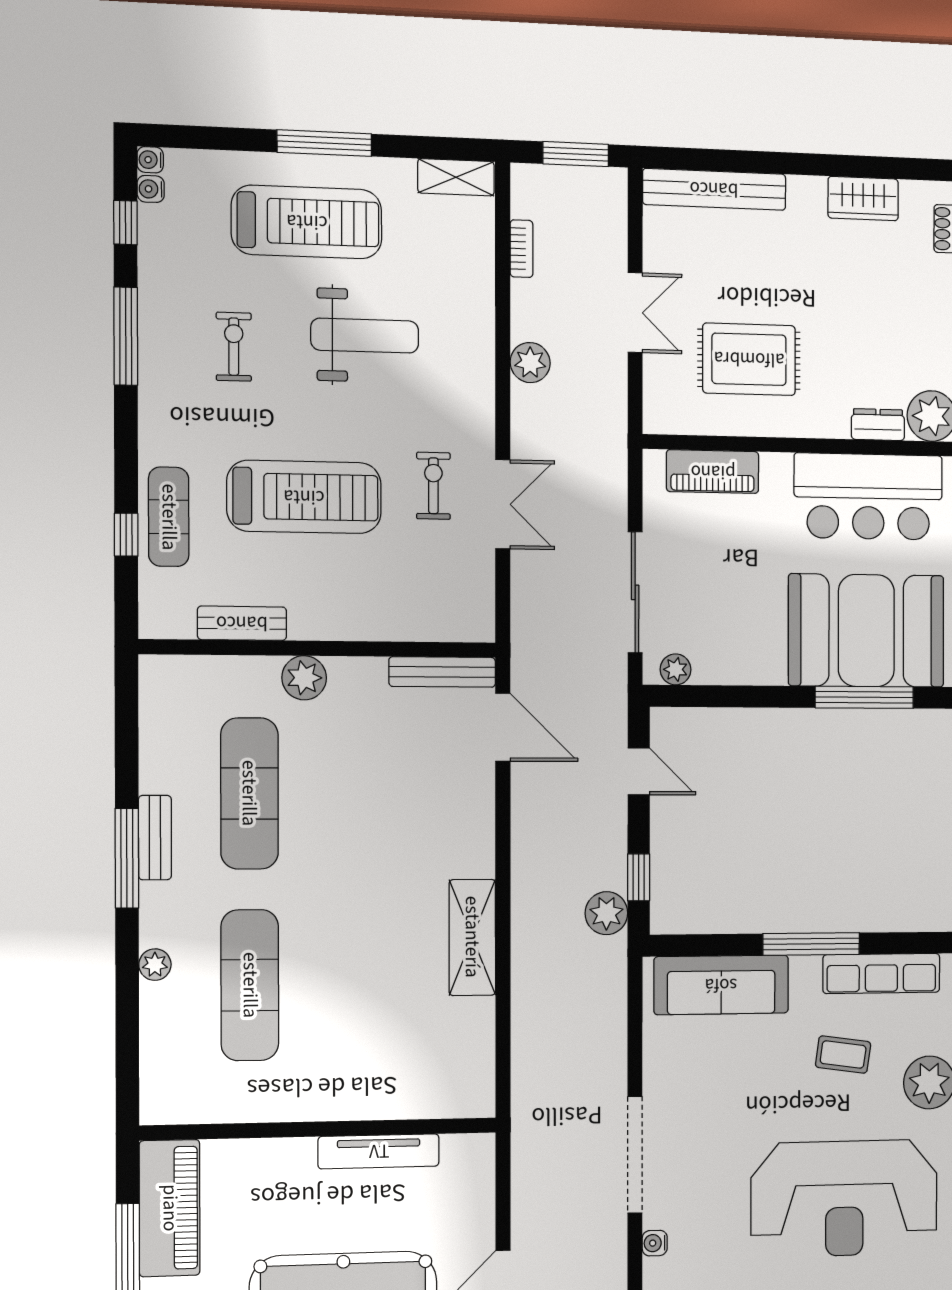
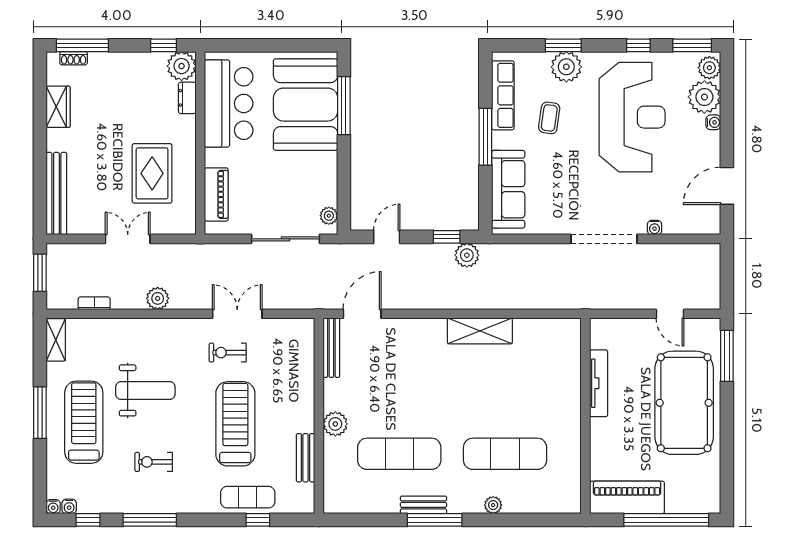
weight bench: (365, 336) -> (145, 390), turned 90

